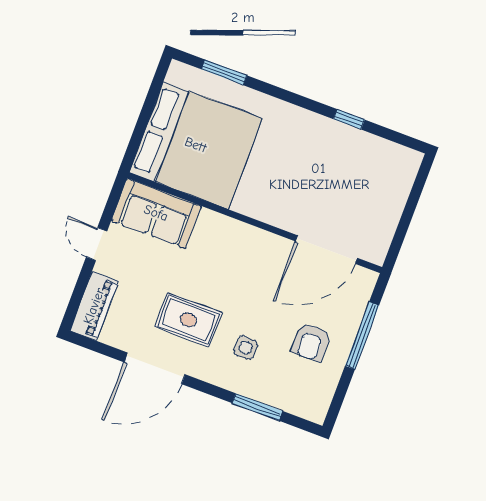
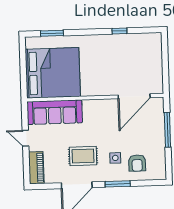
sofa: (156, 213) -> (55, 112), width x1.36
armchair: (311, 342) -> (137, 163), moved
window: (257, 407) -> (118, 184), moved

